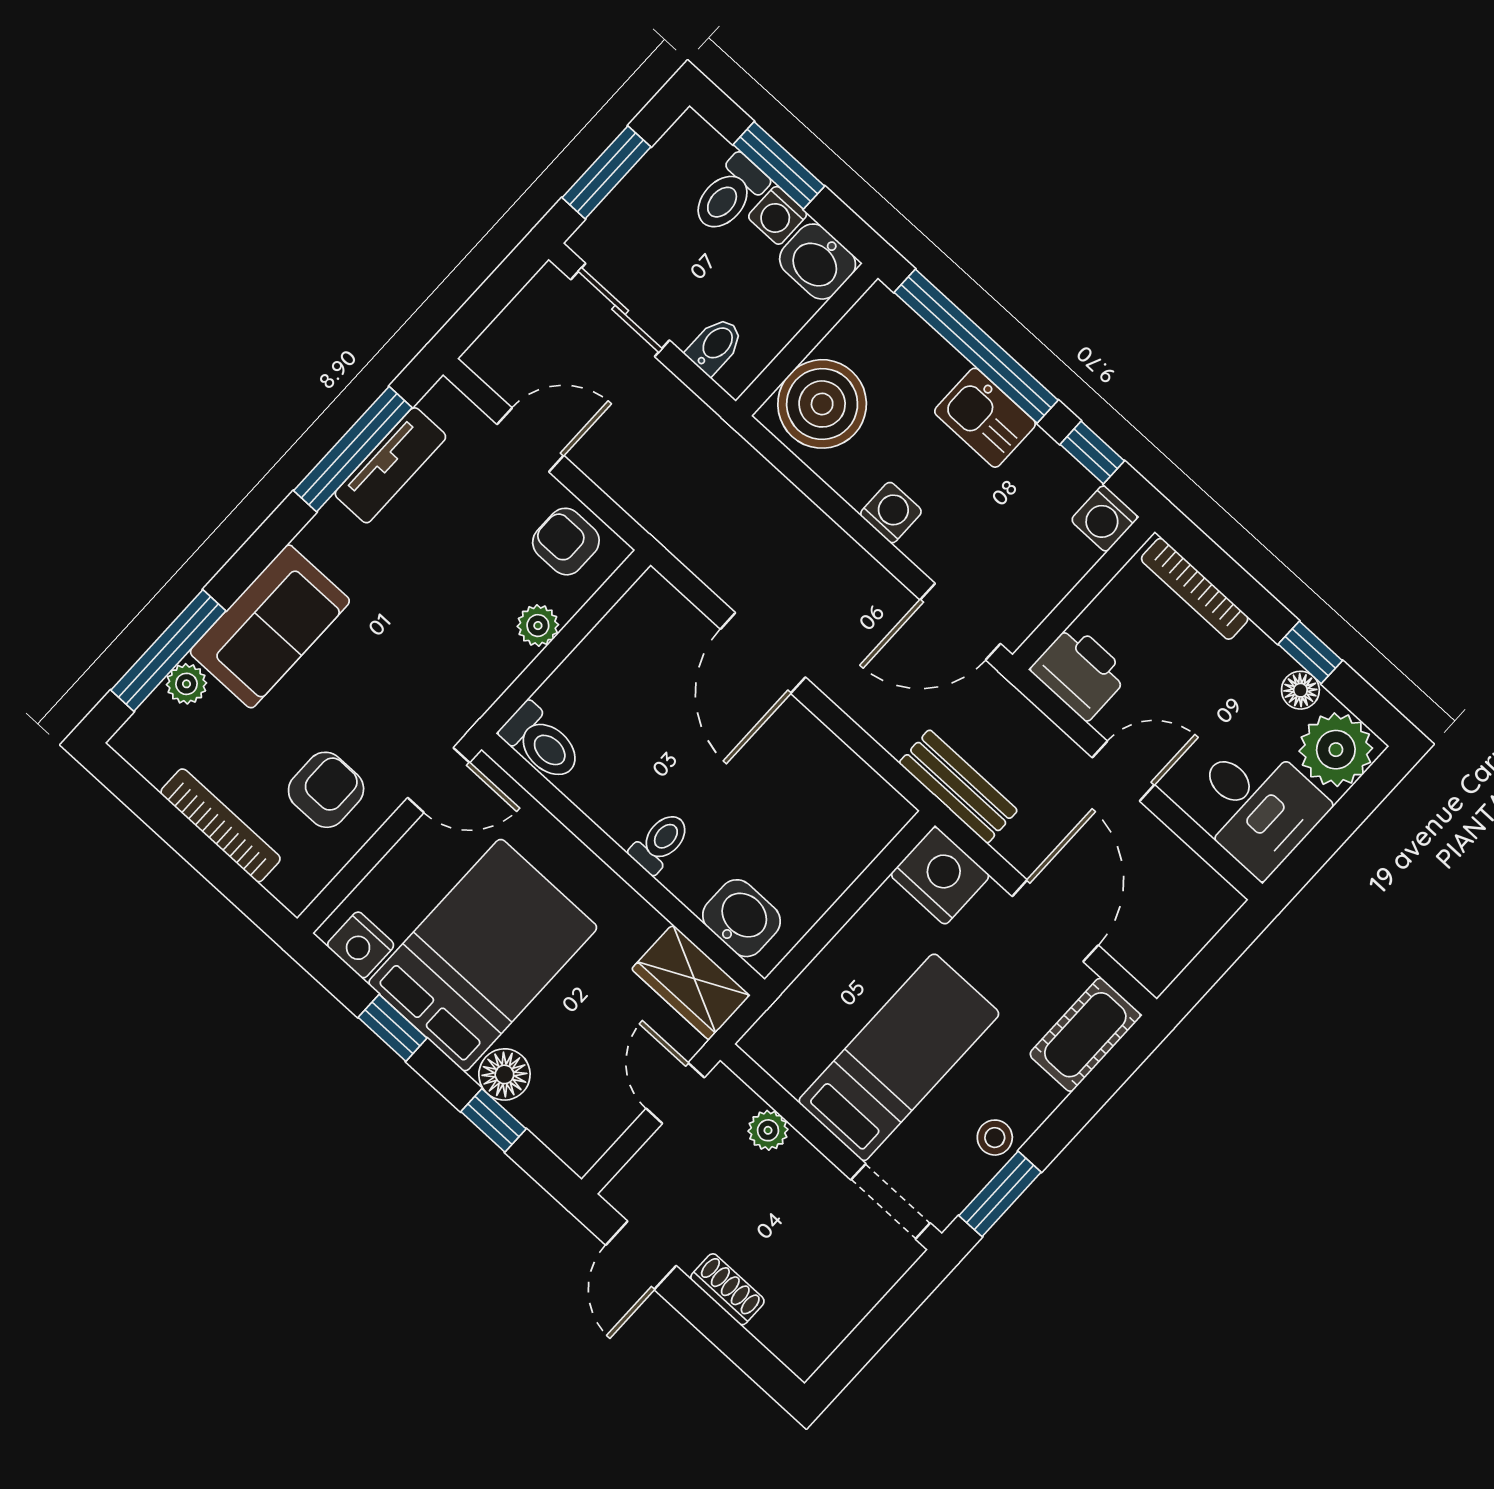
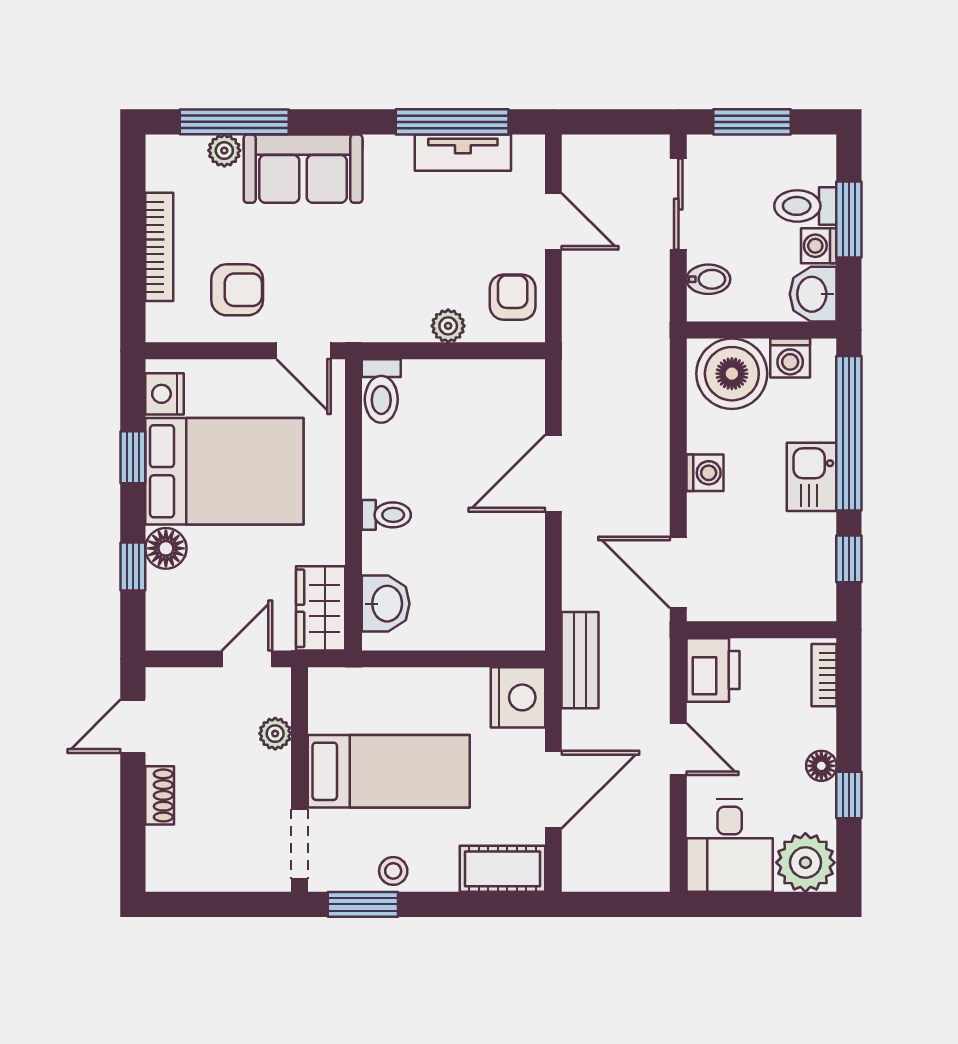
washing machine: (1105, 519) -> (790, 358), moved, turned -90
bookcase: (1195, 589) -> (824, 675), width x0.64
floor lamp: (1300, 690) -> (821, 766), moved

